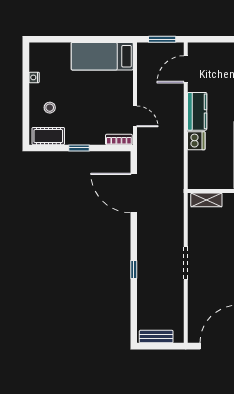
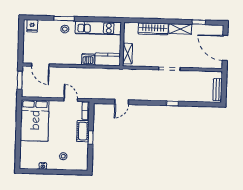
bed: (102, 56) -> (35, 120), width x1.50
kitchen counter: (197, 111) -> (108, 59), moved
door: (135, 116) -> (71, 100), hinge flipped
cot: (48, 136) -> (83, 131), moved
door: (134, 193) -> (122, 102), width x0.53

